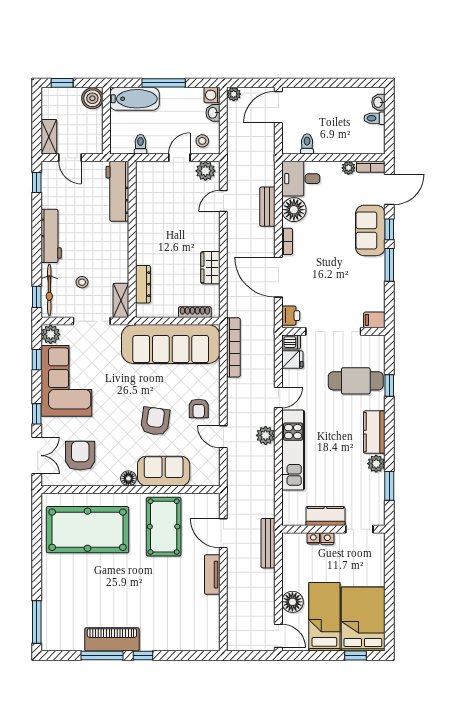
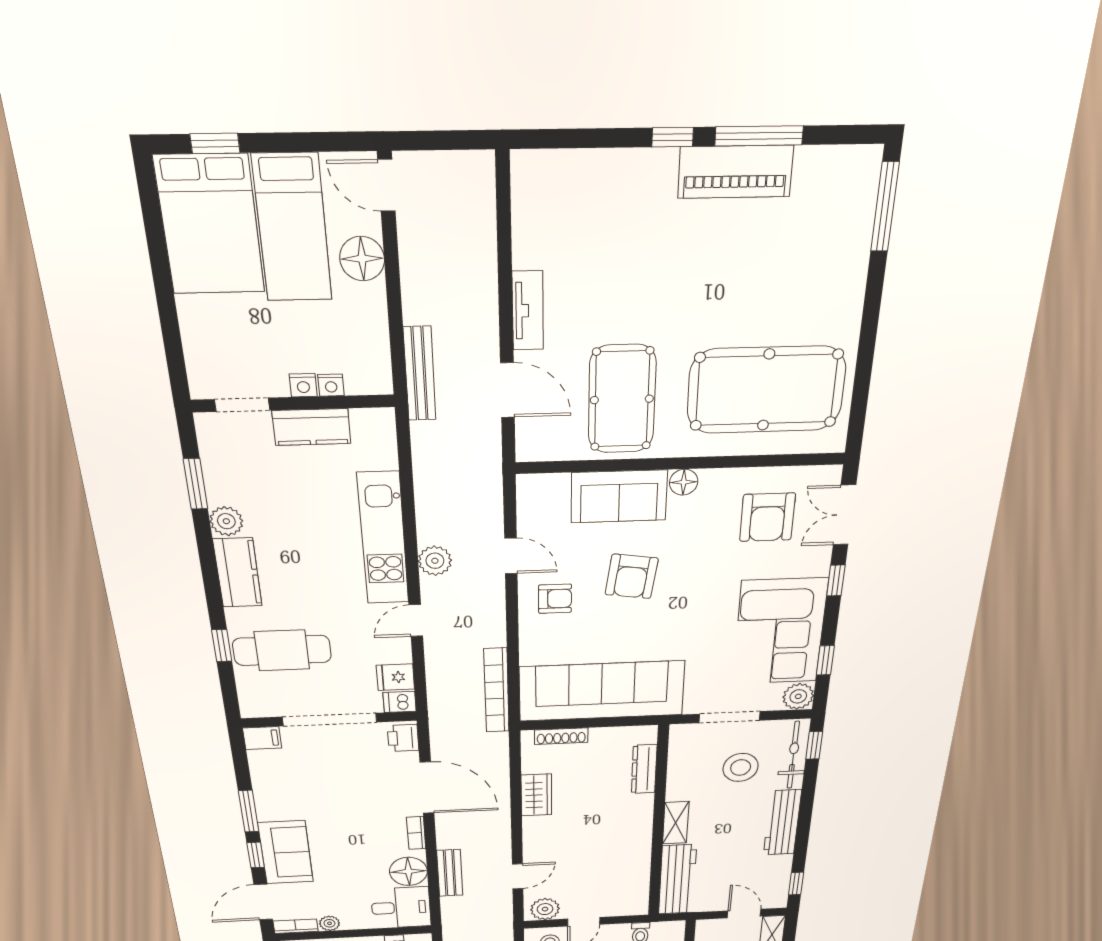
stool: (82, 282) -> (741, 767), width x1.89, depth x1.89
shelving: (121, 300) -> (676, 823), moved
armchair: (199, 408) -> (555, 599), turned 90

